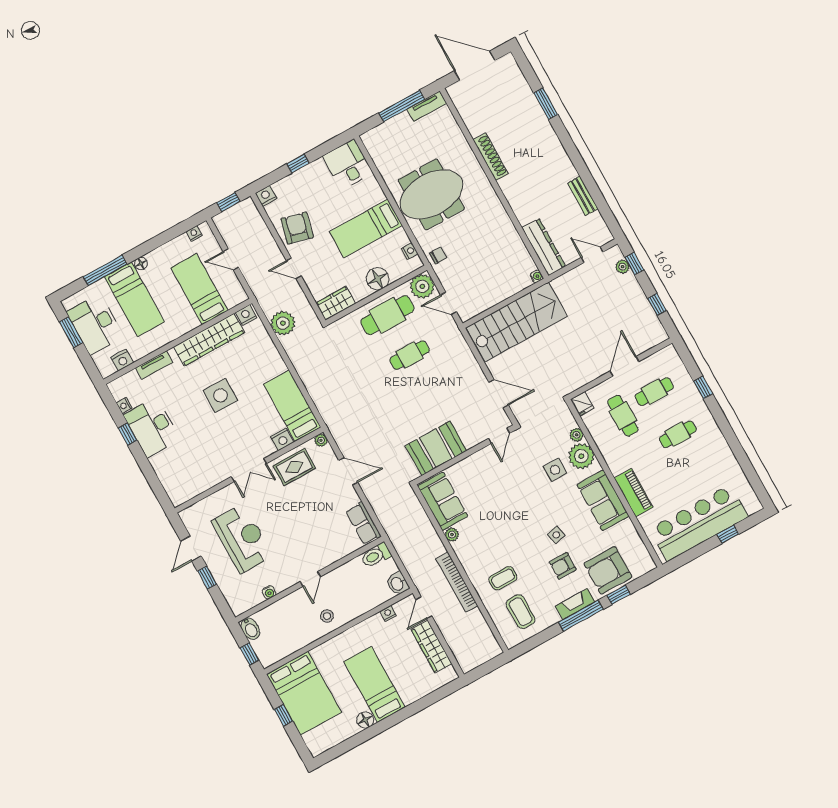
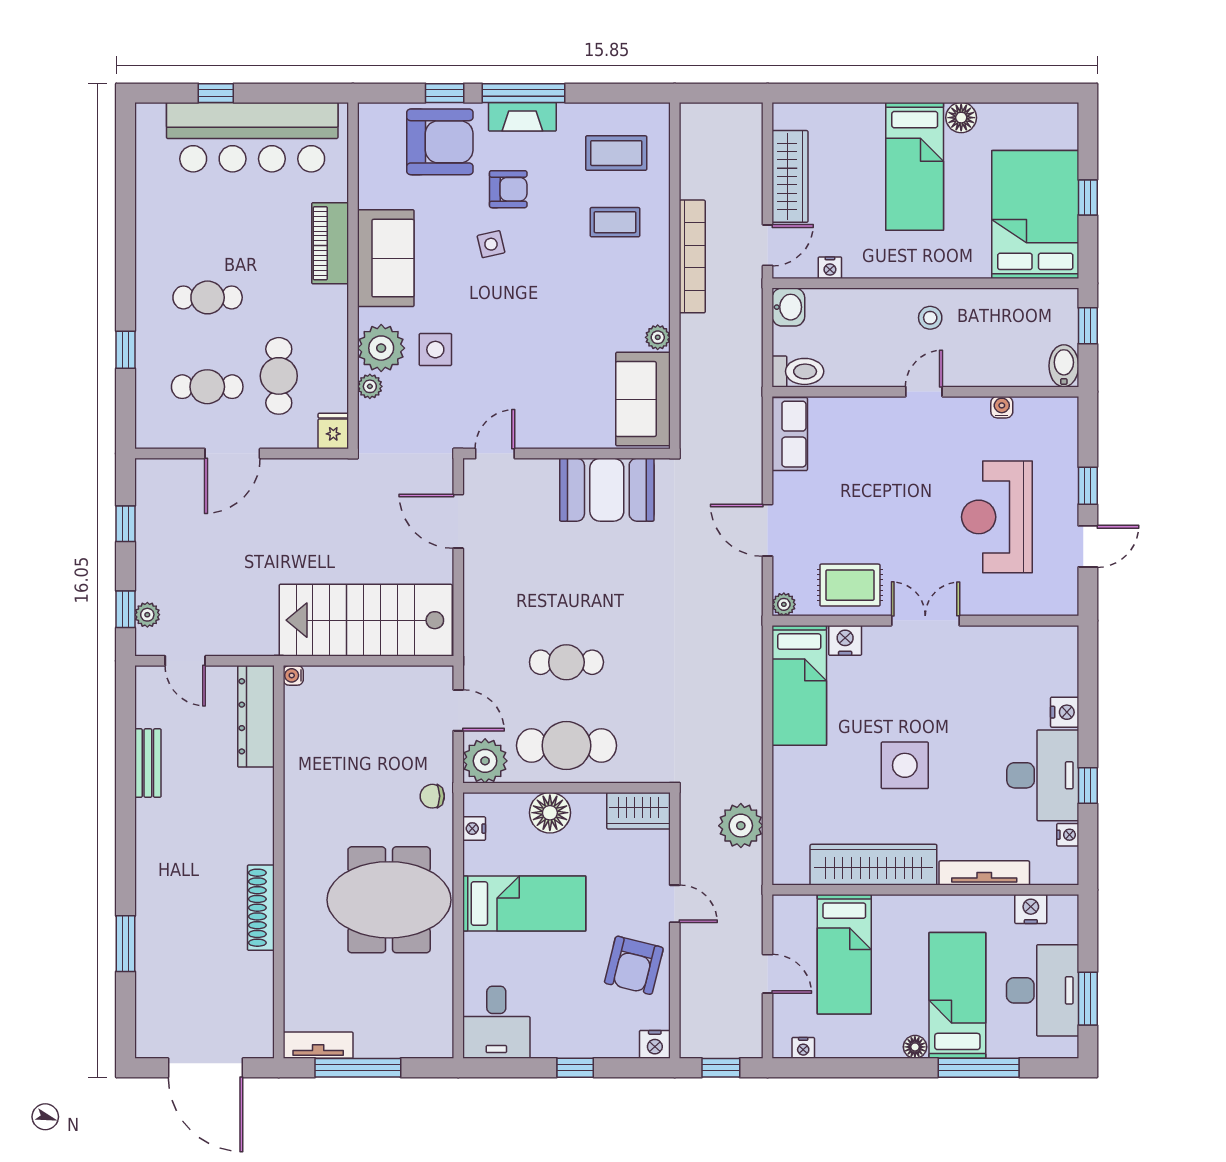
nightstand: (246, 315) -> (1065, 712), moved, turned -90
tv unit: (154, 365) -> (984, 873), width x1.41
coffee table: (521, 612) -> (616, 153), turned 90

